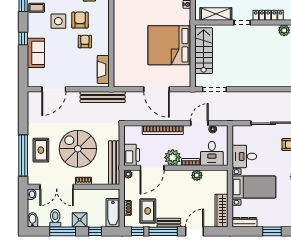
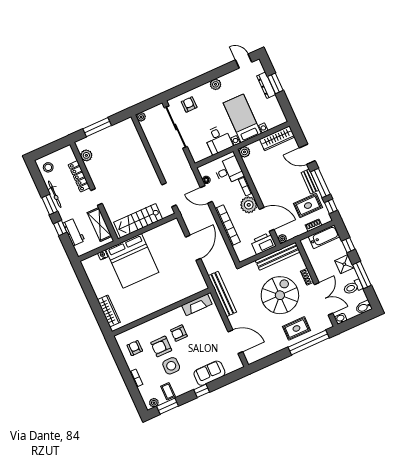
bed: (169, 45) -> (132, 261), moved
spiral stairs: (78, 149) -> (280, 295), turned 180
plant: (197, 175) -> (244, 152), moved
dresser: (244, 222) -> (266, 85), moved

